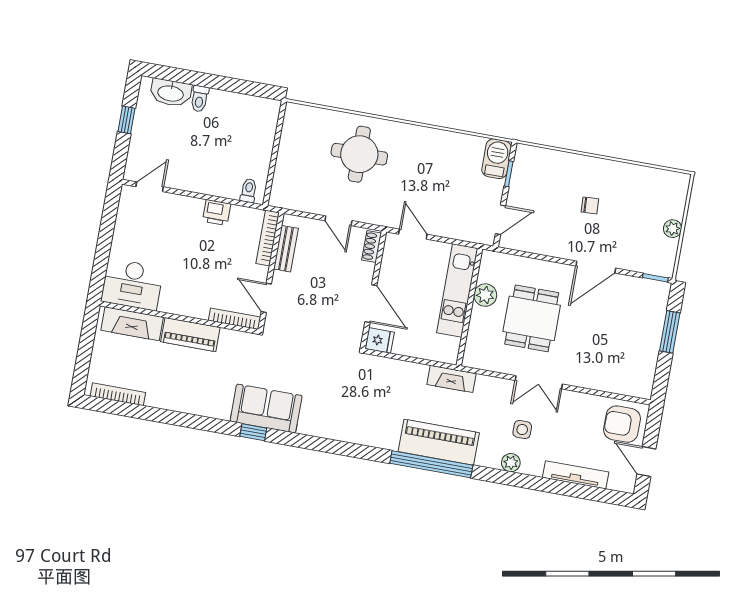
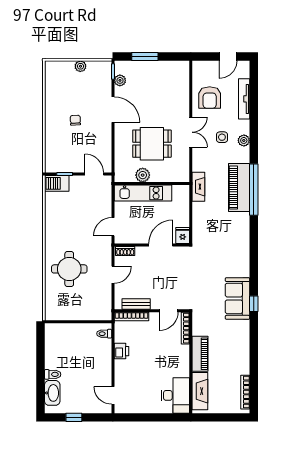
plant: (639, 286) -> (120, 80), added
armchair: (622, 424) -> (210, 98), moved

